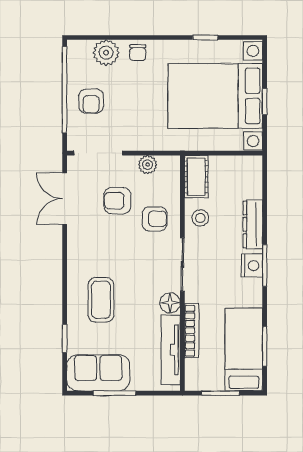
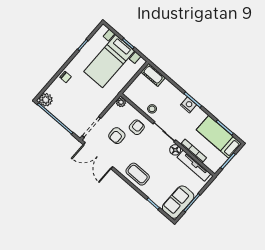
plant: (106, 53) -> (46, 100), moved
bed with nightstands: (215, 96) -> (109, 61), width x0.73
armchair: (91, 101) -> (69, 112), removed
plant: (148, 165) -> (121, 102), moved
cot: (196, 177) -> (153, 75), moved
double door: (65, 199) -> (98, 156), width x1.37
dresser: (253, 224) -> (173, 90), removed
coffee table: (101, 300) -> (138, 174), moved

